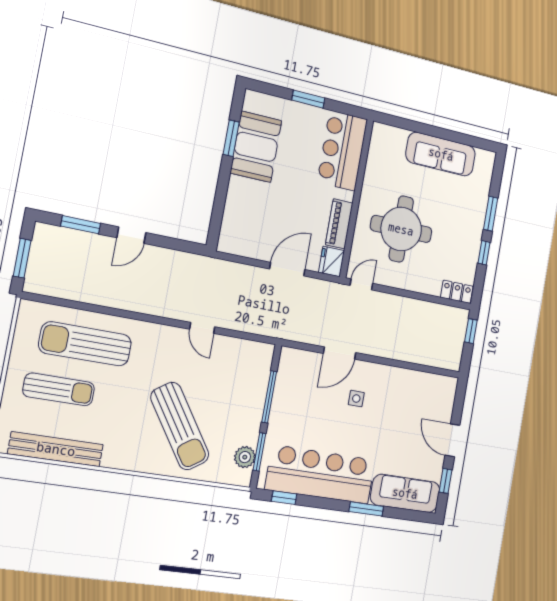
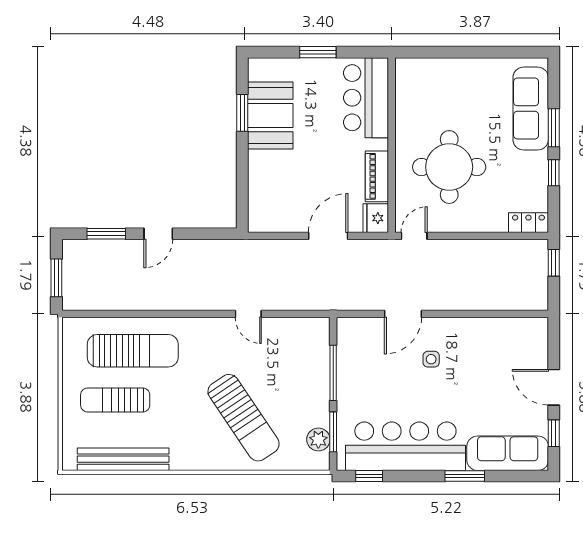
sofa: (441, 154) -> (531, 109), moved, turned 90
sun lounger: (85, 344) -> (133, 351), turned 180
sun lounger: (59, 389) -> (115, 400), turned 180

